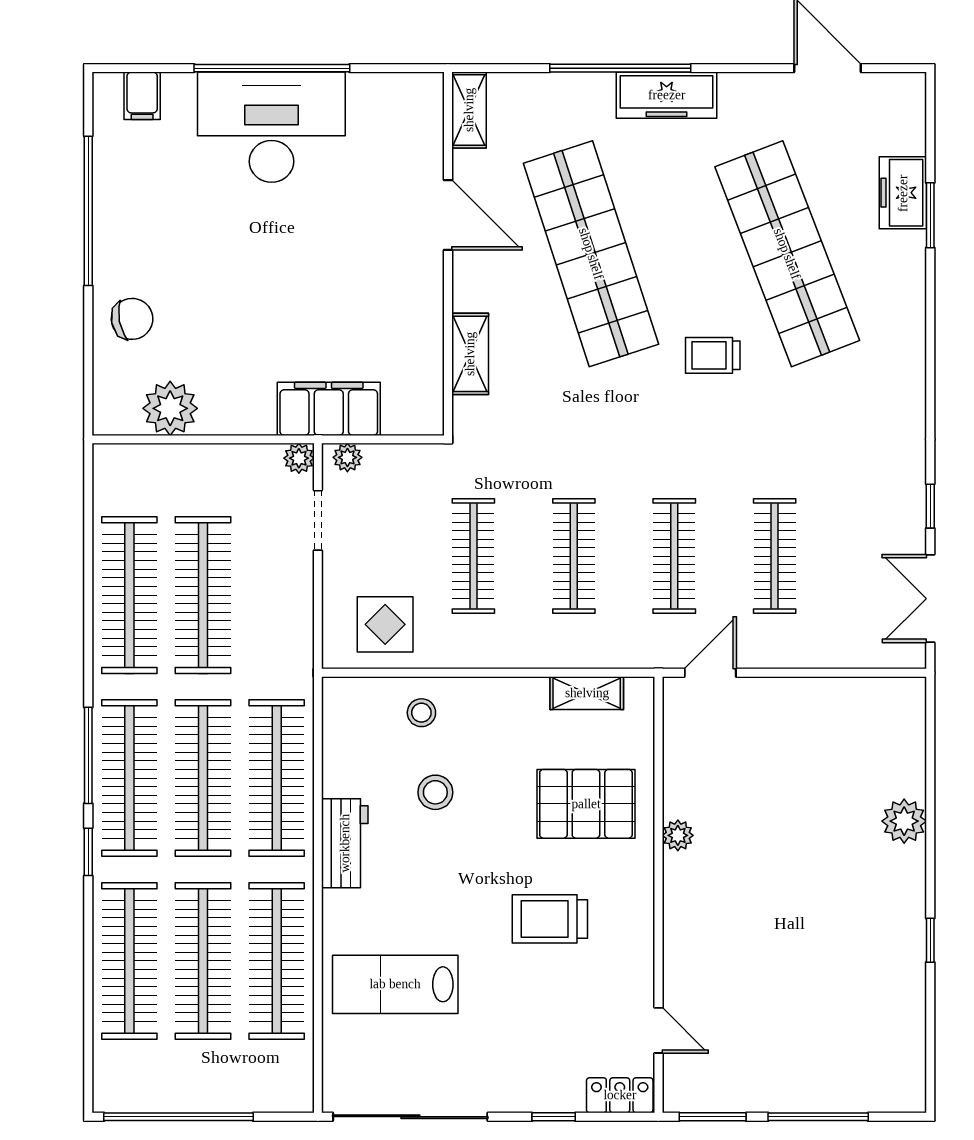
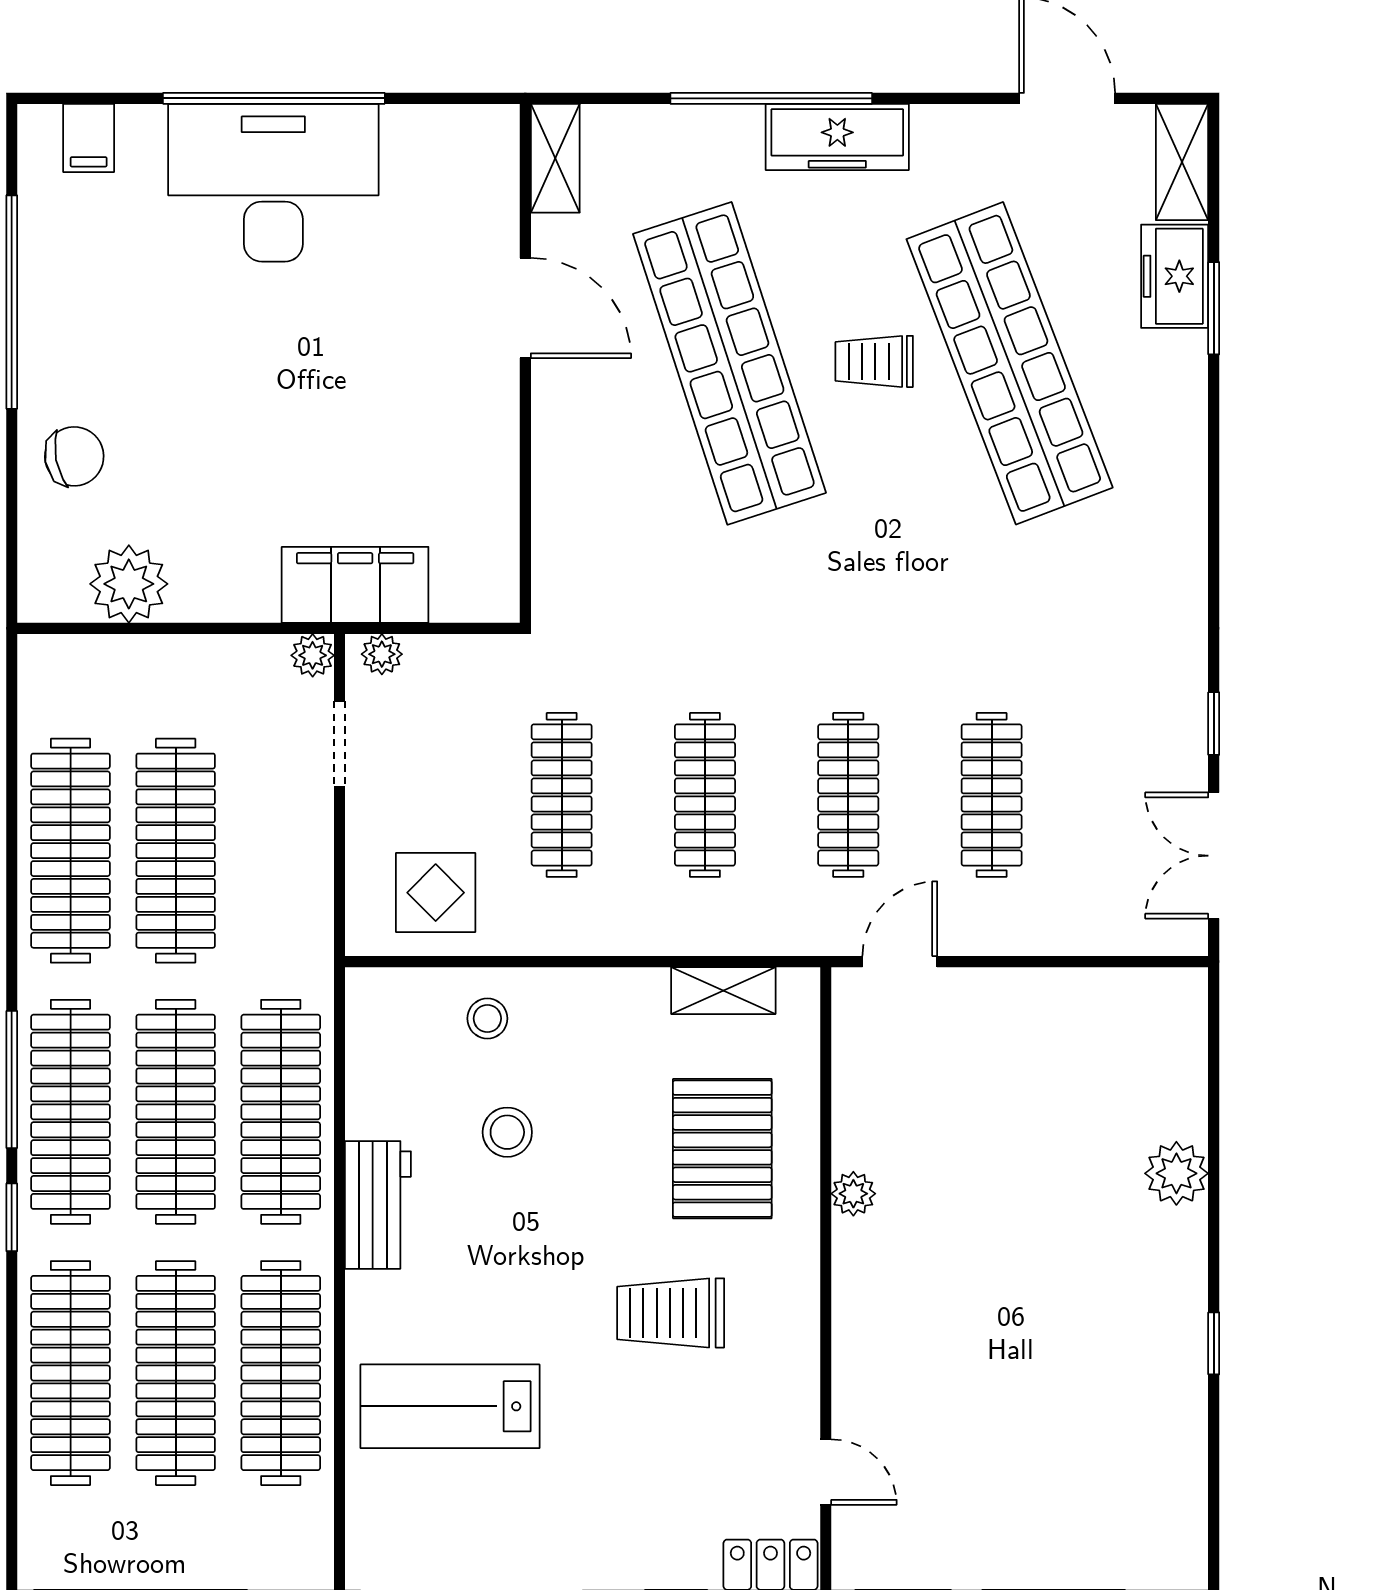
shelving: (470, 354) -> (1182, 162), moved
trolley: (713, 355) -> (874, 361), moved
pallet: (586, 804) -> (722, 1149), turned 90

